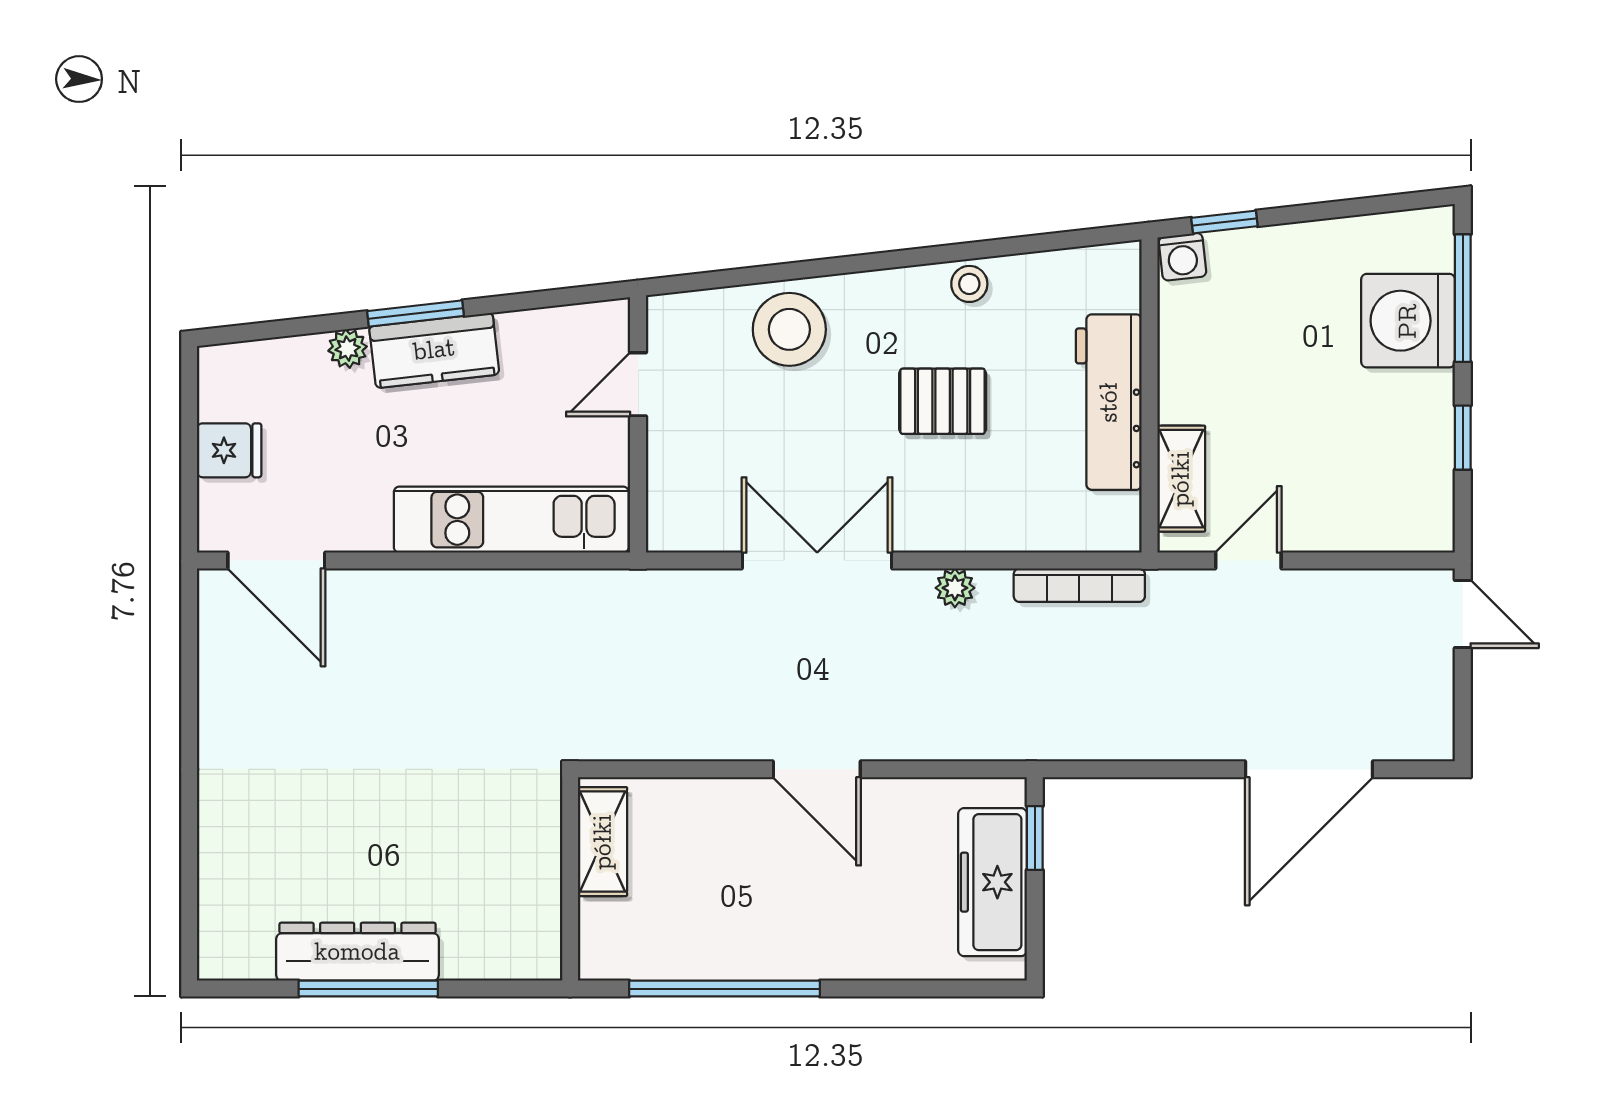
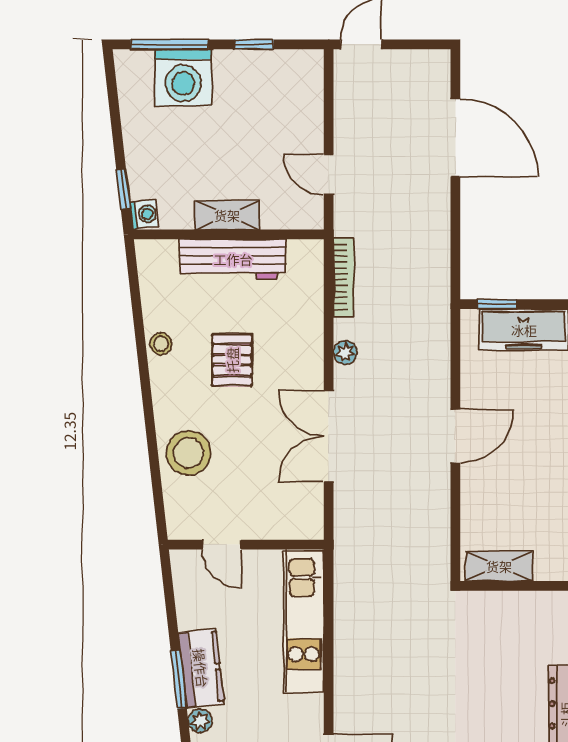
shelving: (1181, 479) -> (227, 215), moved

